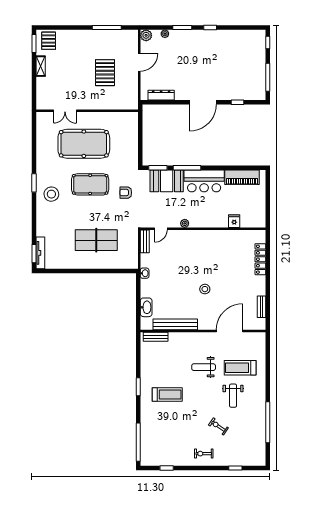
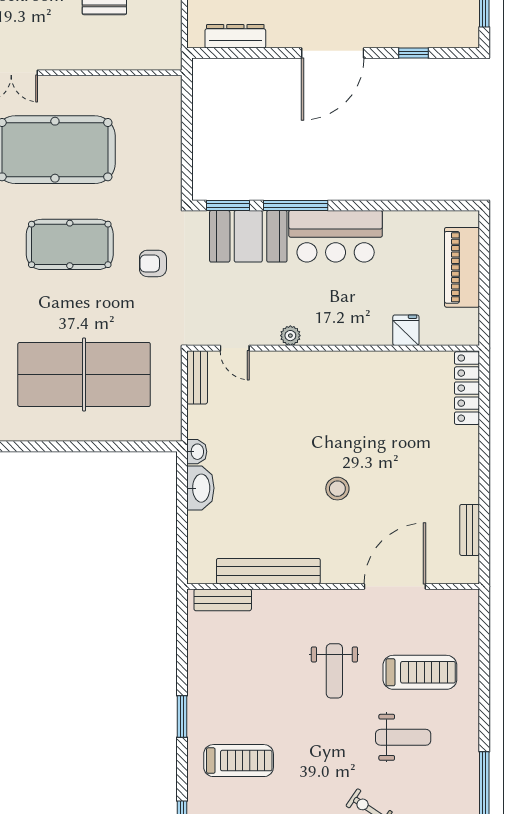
piano: (242, 177) -> (462, 267), moved, turned 90
door: (161, 229) -> (235, 348), hinge flipped
table tennis table: (96, 240) -> (84, 374), width x1.36, depth x1.32
locker: (260, 259) -> (467, 388), moved
washbasin: (146, 307) -> (200, 488), moved
weight bench: (204, 367) -> (334, 671), turned -90
treadmill: (240, 368) -> (420, 672), turned 180
treadmill: (167, 394) -> (239, 761), moved
weight bench: (233, 396) -> (403, 737), turned -90

